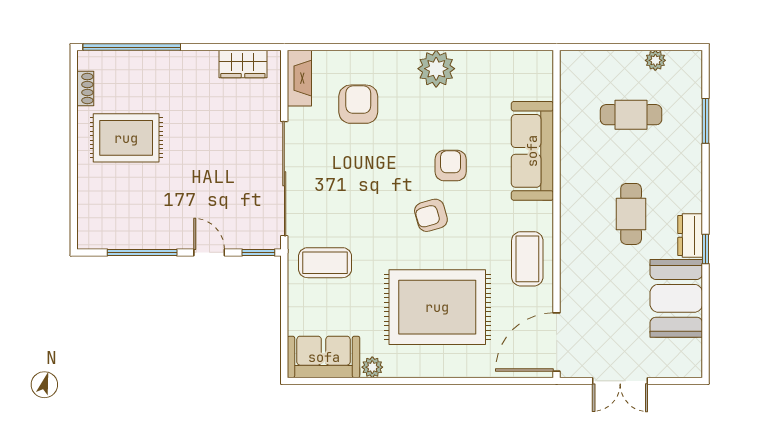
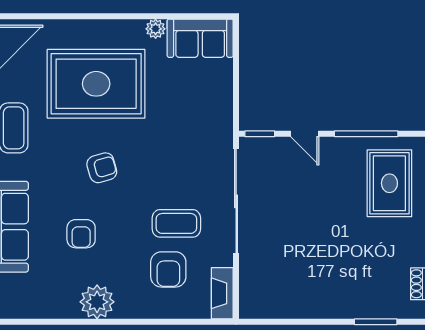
window: (132, 47) -> (376, 322), width x0.47
wardrobe: (243, 64) -> (274, 306), removed
rug: (126, 138) -> (389, 183), moved, turned 90
armchair: (451, 166) -> (81, 234), moved
coffee table: (325, 263) -> (176, 223), moved

